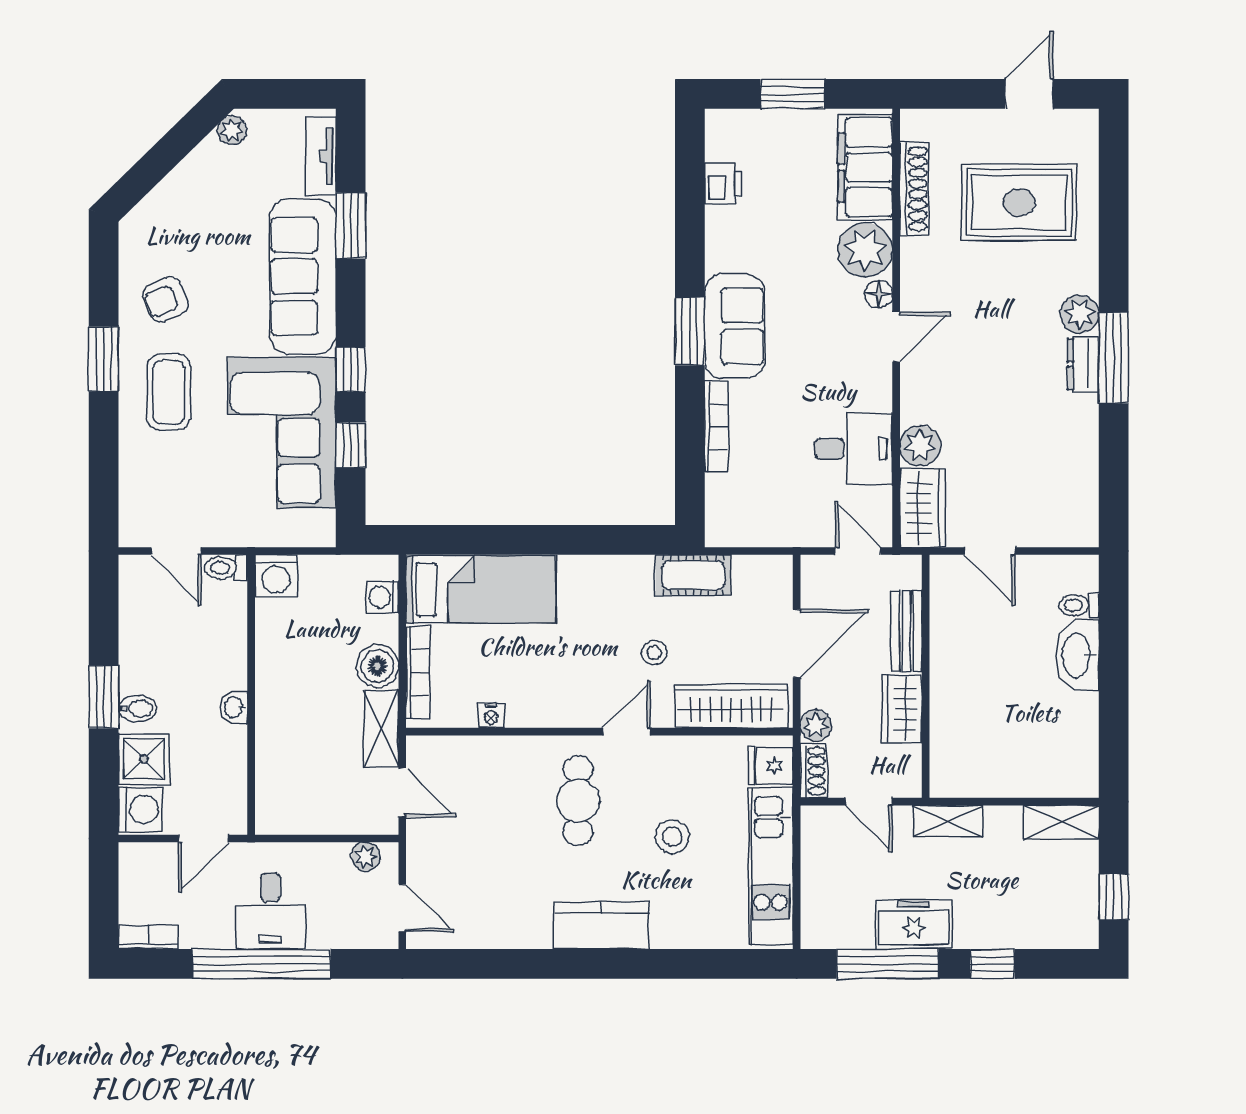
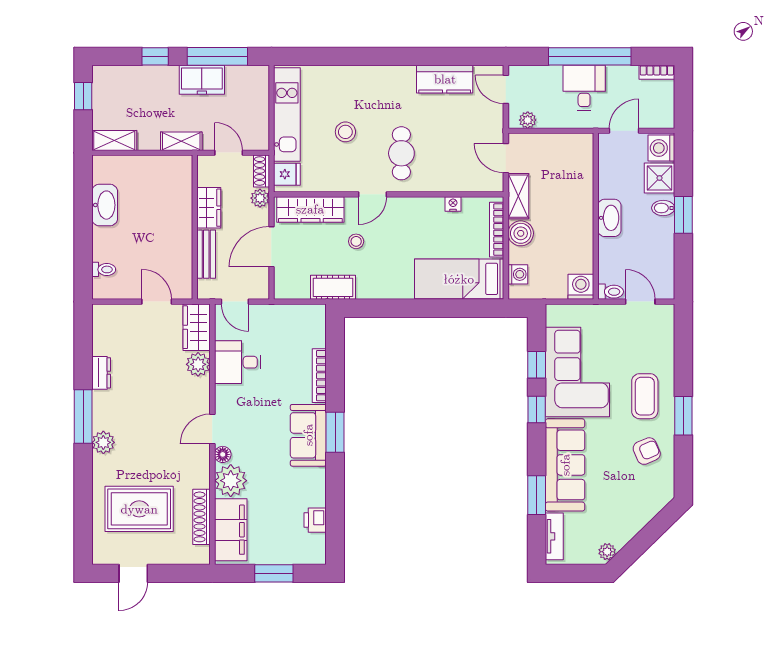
dresser: (1083, 364) -> (101, 373), moved
washbasin: (1077, 656) -> (105, 205), moved
washbasin: (234, 707) -> (609, 218), width x1.91, depth x1.45
kitchen counter: (602, 925) -> (445, 79), moved

